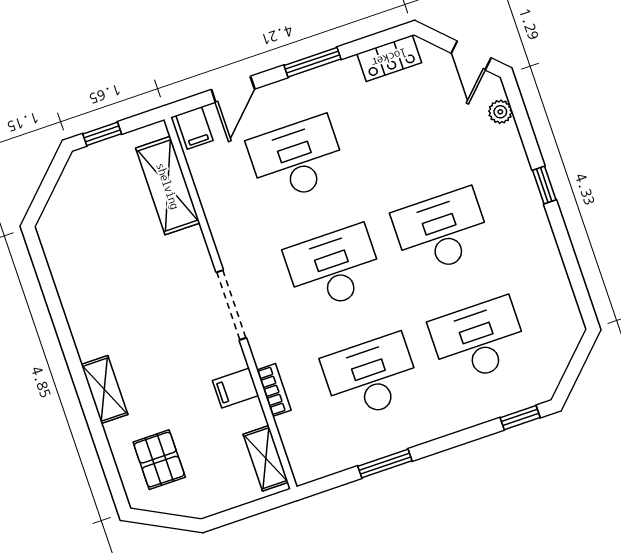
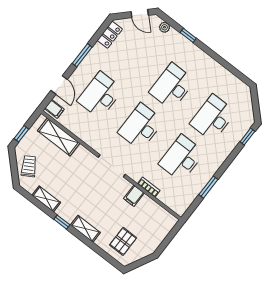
window: (544, 185) -> (188, 35), moved
trolley: (76, 203) -> (29, 166), added
window: (69, 348) -> (62, 222), added
shelving: (266, 458) -> (46, 199), moved
pallet: (159, 460) -> (123, 241), turned 90

